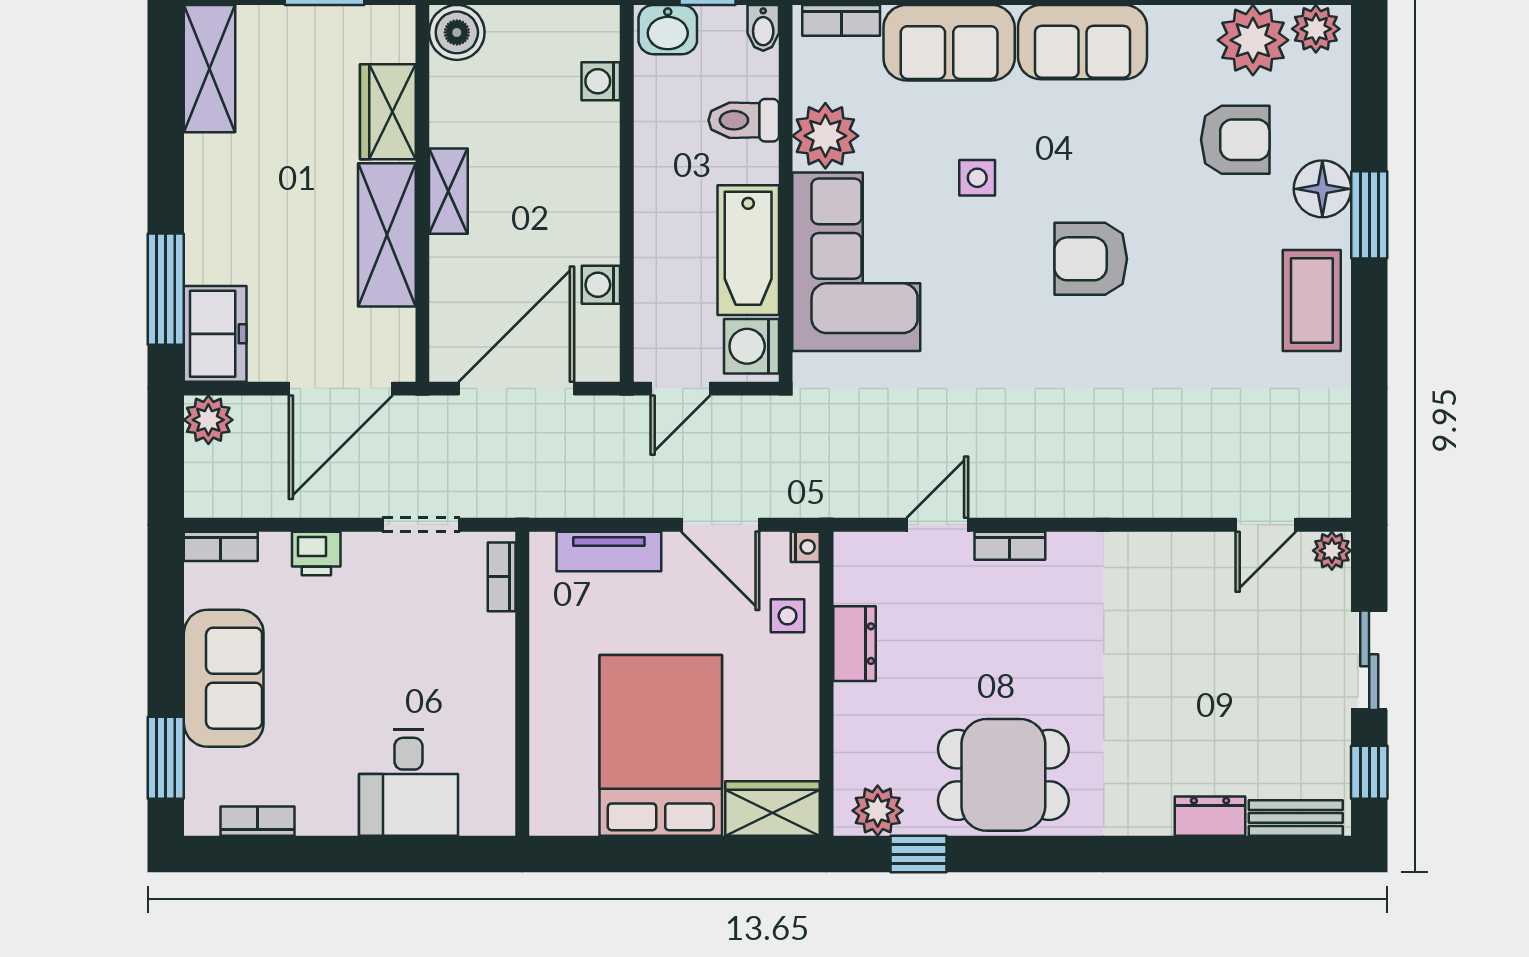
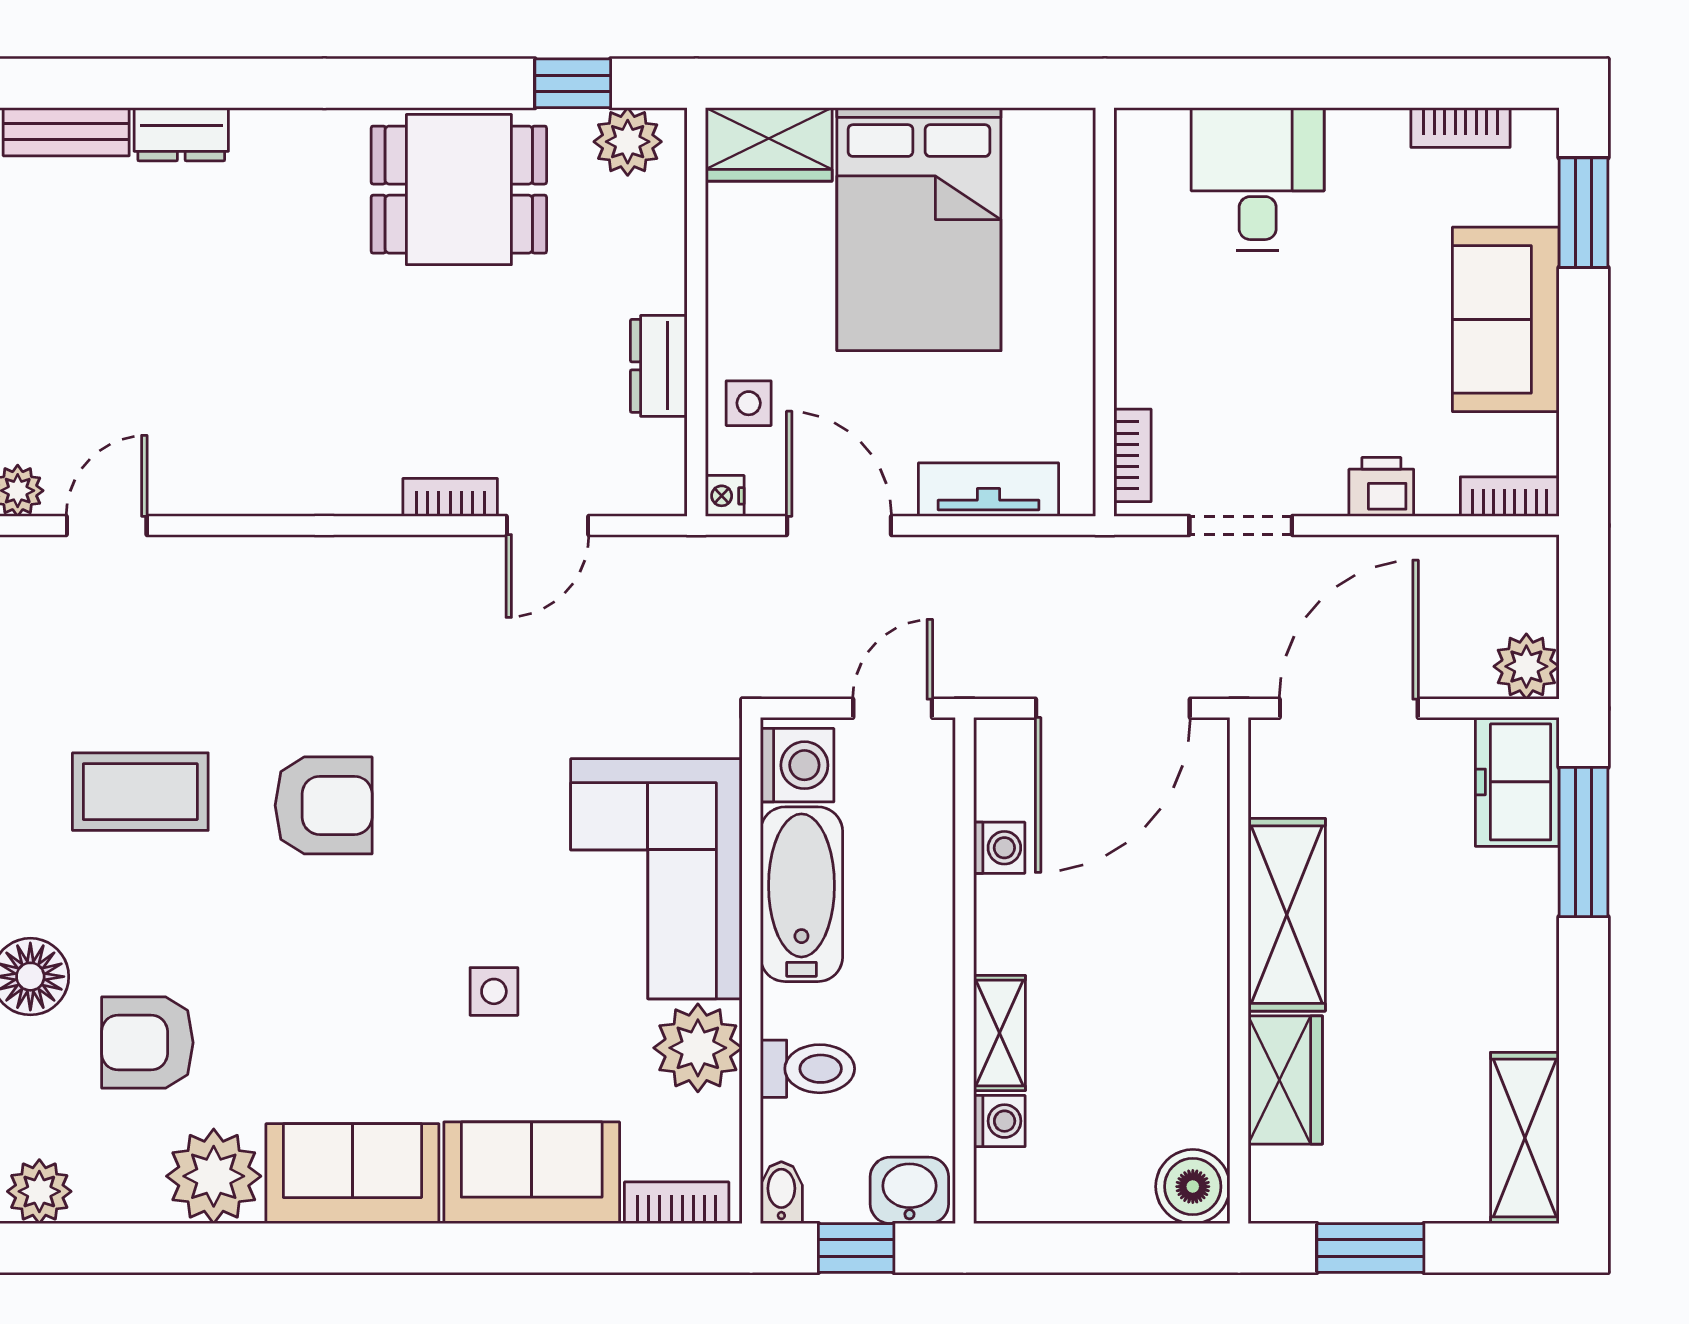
plant: (1253, 40) -> (214, 1176), moved
shelving: (448, 191) -> (1000, 1033), moved
armchair: (1091, 259) -> (324, 805), moved
coffee table: (1312, 301) -> (140, 792), moved, turned 90

